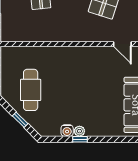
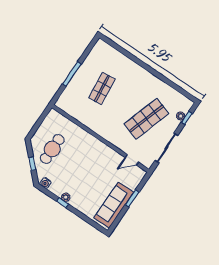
door: (122, 44) -> (132, 160), hinge flipped
water cooler: (67, 131) -> (45, 183), moved

